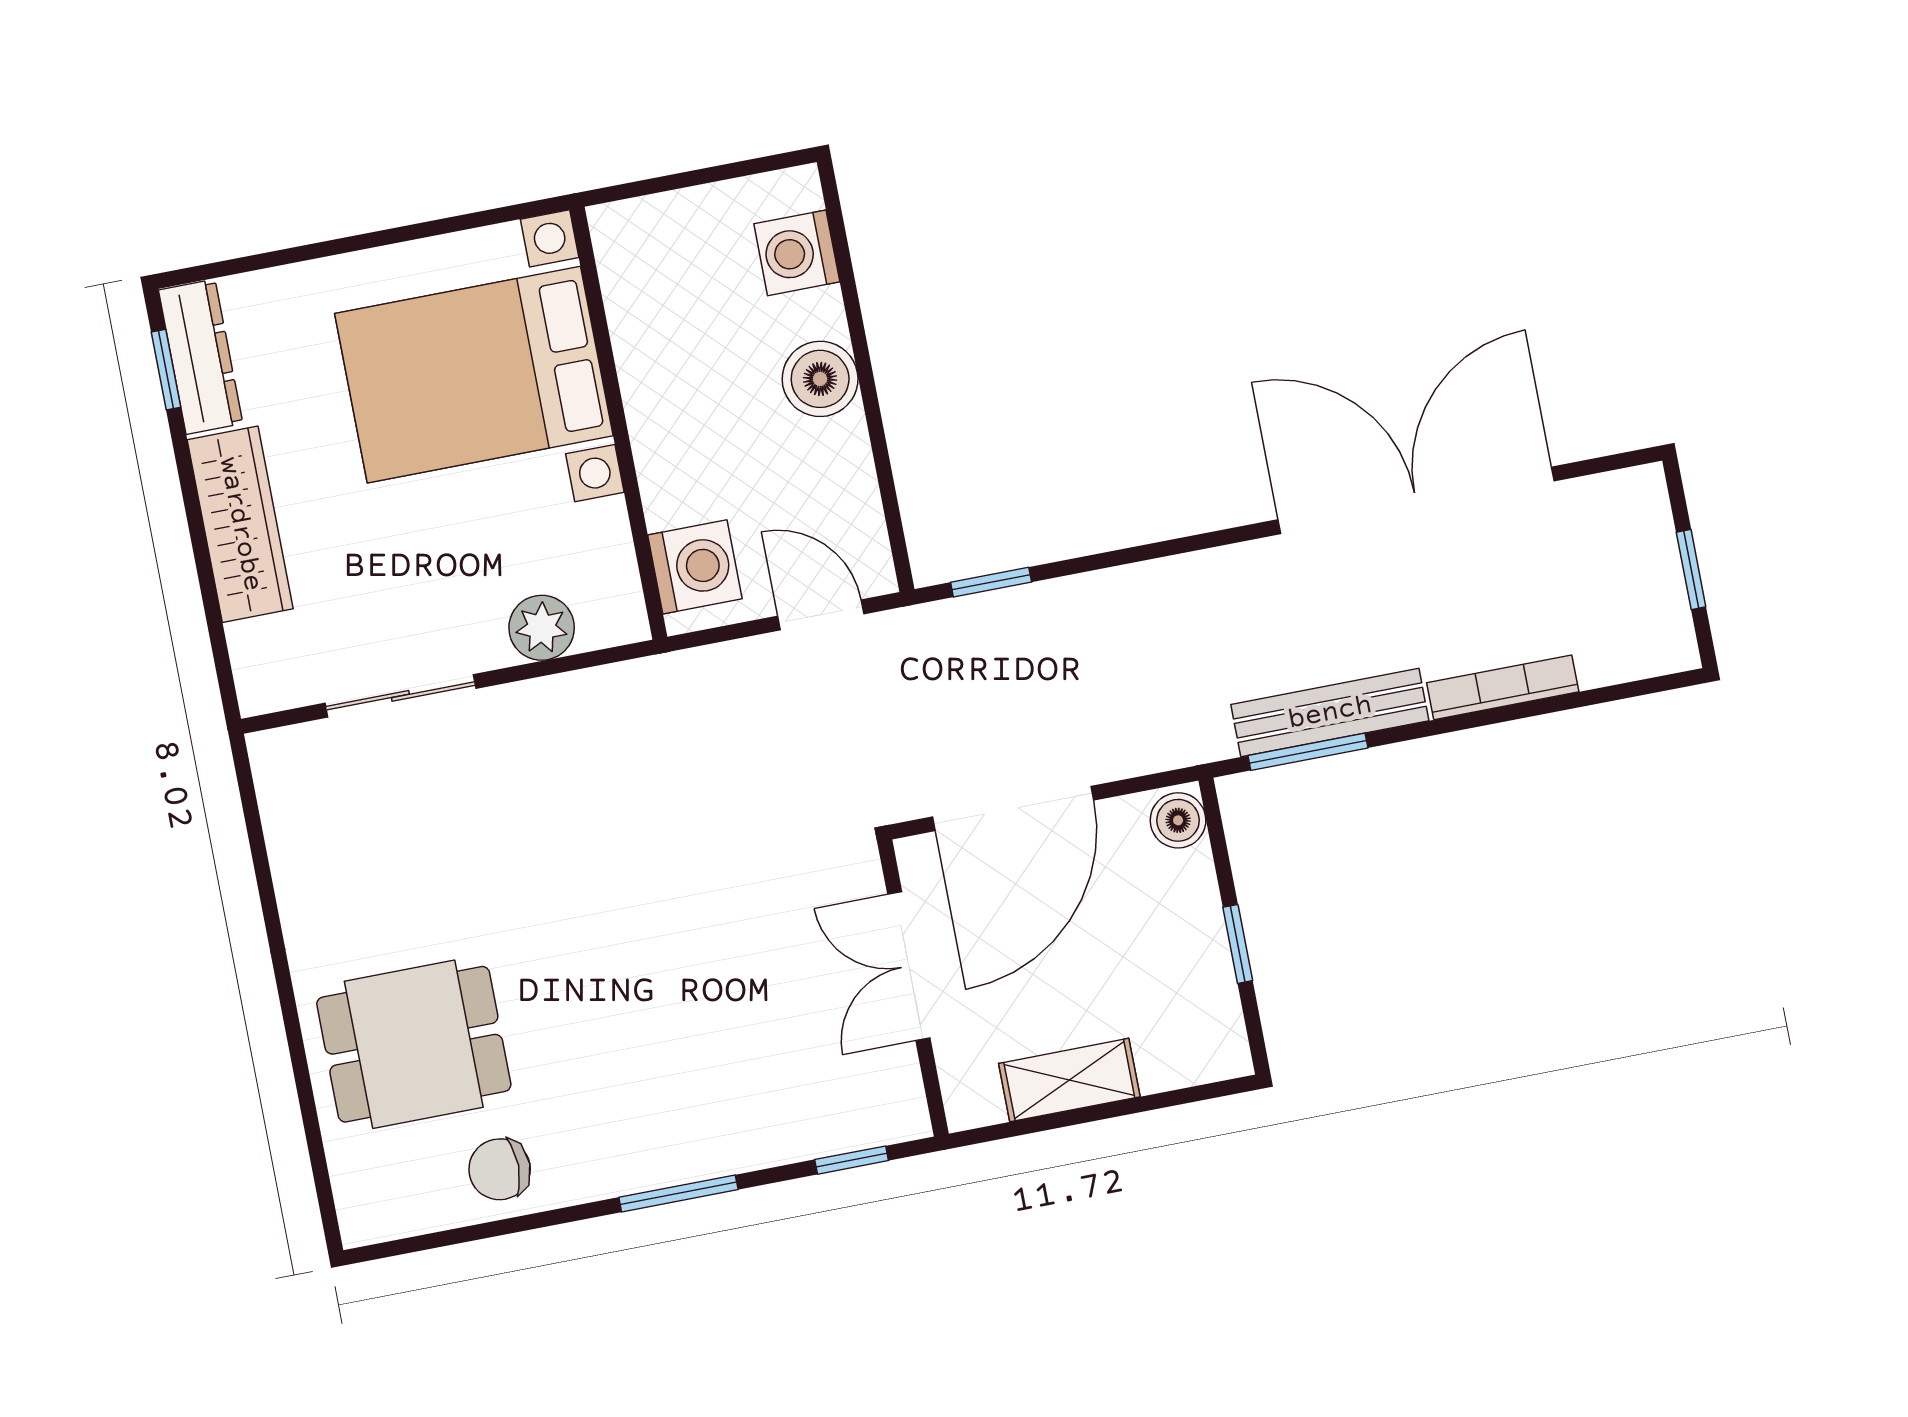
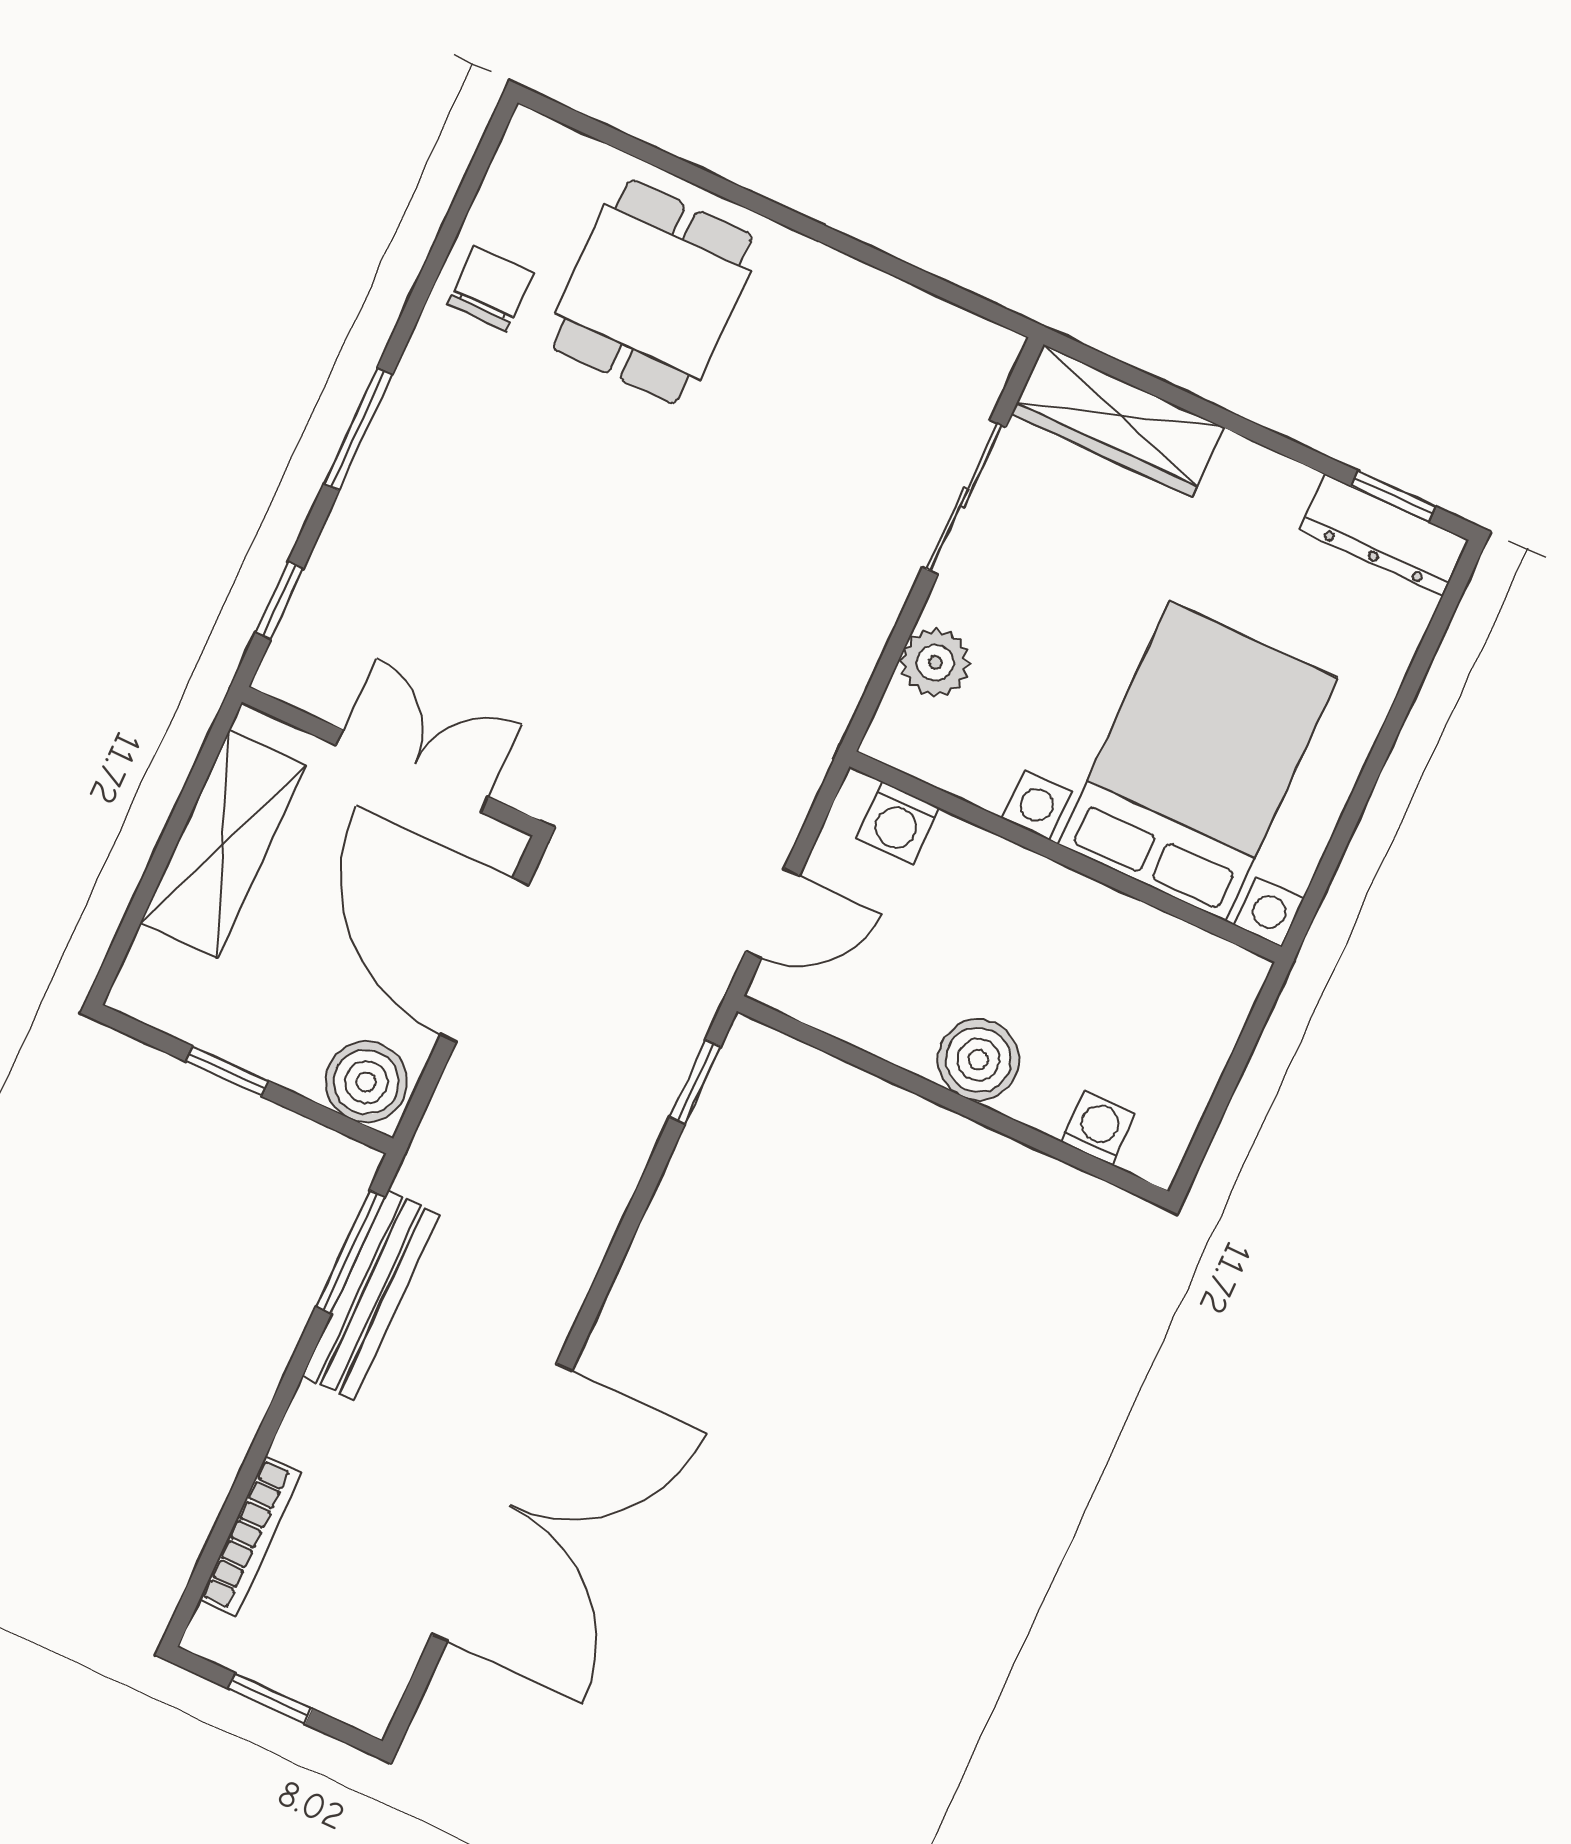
washing machine: (797, 253) -> (1098, 1128), width x0.73, depth x0.73
wardrobe: (240, 524) -> (1118, 421), moved
washing machine: (695, 567) -> (898, 823), width x0.73, depth x0.73
bookcase: (1503, 687) -> (251, 1536), moved
boiler: (1178, 820) -> (366, 1082), width x1.36, depth x1.36
shelving: (1069, 1080) -> (223, 844), width x1.50, depth x1.33

